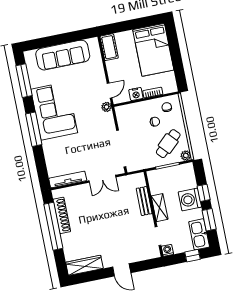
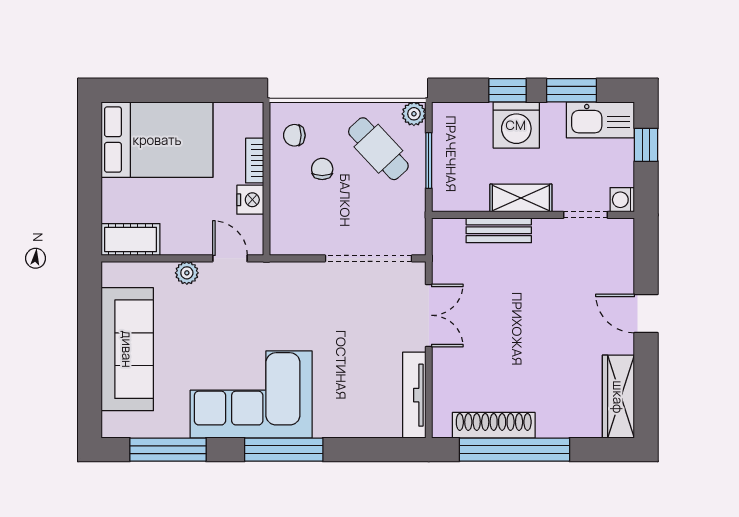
plant: (107, 107) -> (187, 273), moved
door: (122, 270) -> (646, 313), swing flipped

